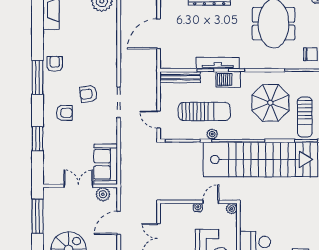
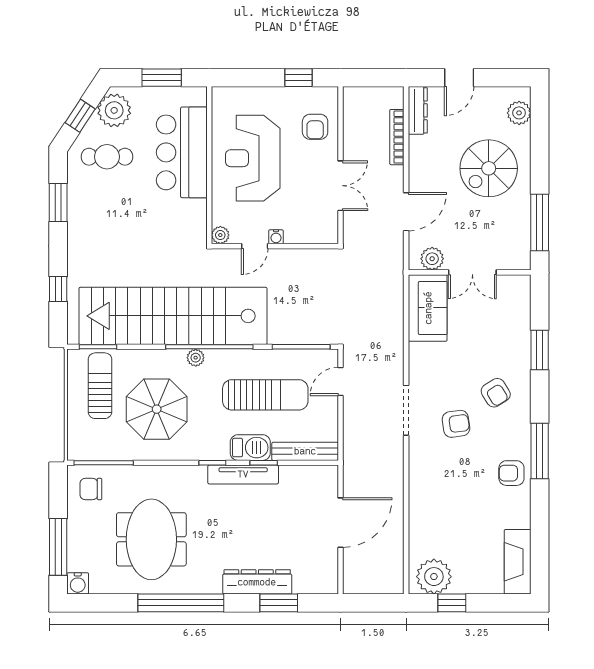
armchair: (55, 64) -> (511, 473), turned 90
barbecue: (228, 79) -> (250, 448), moved
sun lounger: (204, 111) -> (265, 395), turned 180
armchair: (64, 113) -> (496, 393), turned -122
door: (159, 120) -> (341, 381), swing flipped
plant: (212, 134) -> (196, 358), moved

